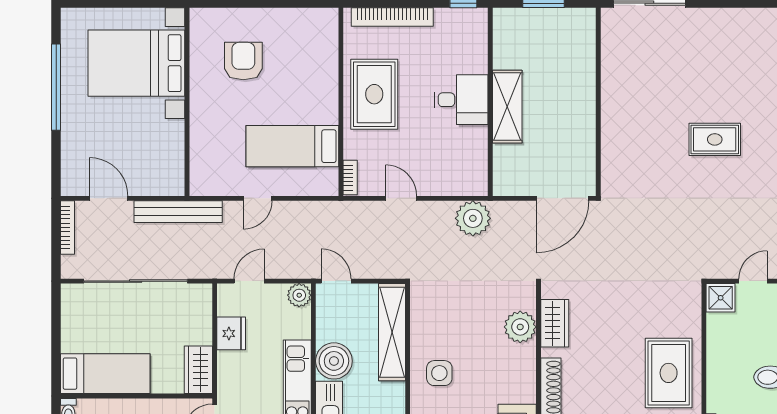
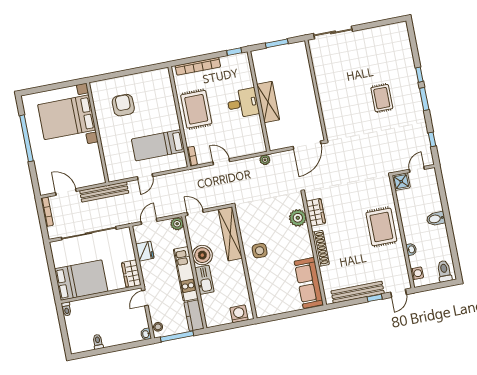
rug: (715, 139) -> (382, 98), turned 90
plant: (473, 218) -> (265, 160), width x0.53, depth x0.53
bed: (105, 374) -> (81, 280), width x1.50

